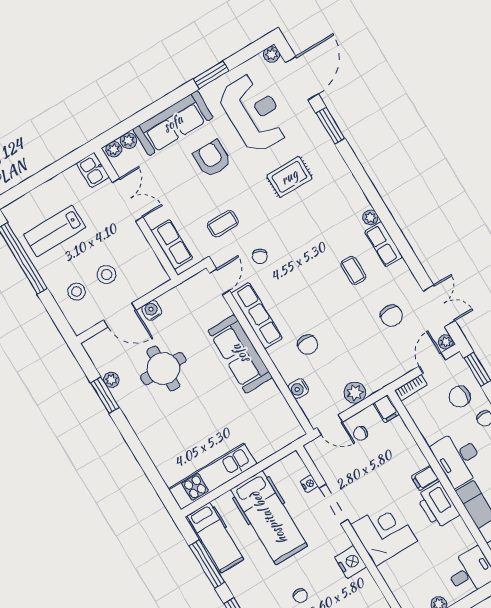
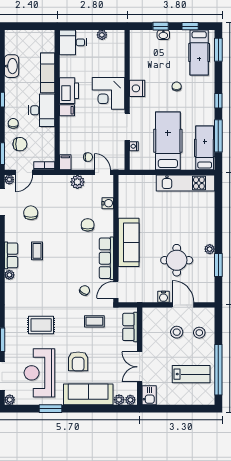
plant: (111, 380) -> (210, 249), moved

